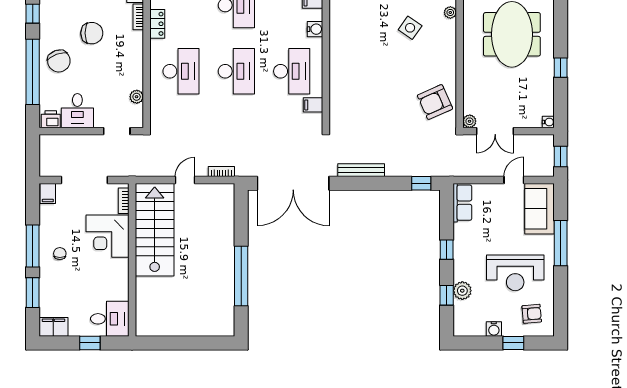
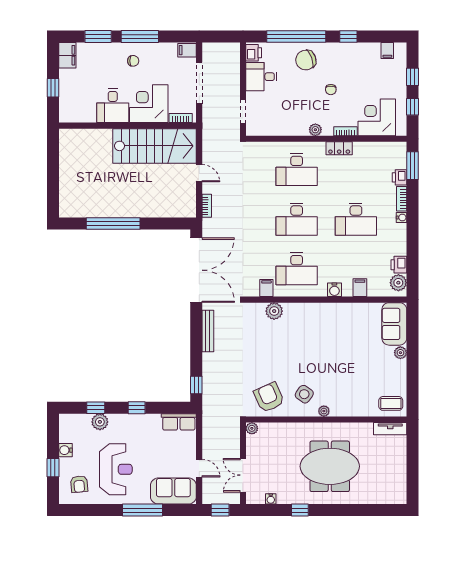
plant: (450, 12) -> (324, 411), moved
side table: (410, 28) -> (304, 394), moved
chair: (92, 33) -> (331, 90), width x0.54, depth x0.54
plant: (339, 96) -> (274, 311), added
plant: (137, 97) -> (315, 130), moved
water cooler: (548, 122) -> (271, 499), moved
double door: (495, 131) -> (243, 475), moved
double door: (293, 183) -> (196, 270), swing flipped
reception desk: (515, 273) -> (116, 469), turned 180
desk: (110, 319) -> (113, 106), moved

